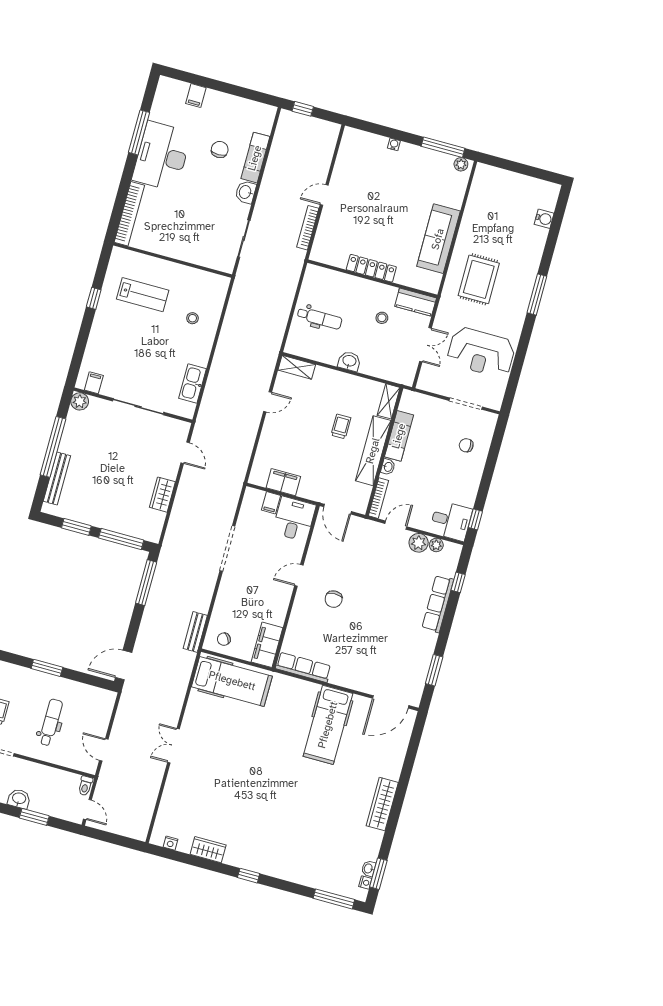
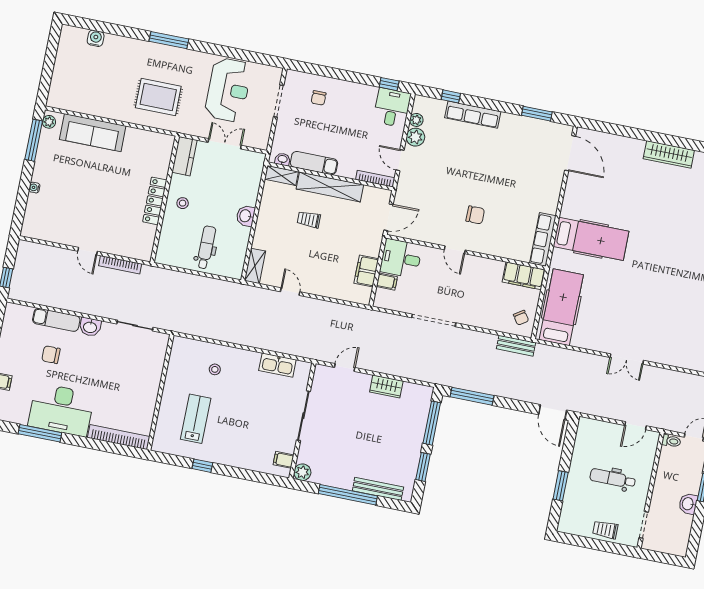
sofa: (438, 239) -> (93, 133), moved
stool: (382, 318) -> (183, 203), moved
washbasin: (388, 467) -> (283, 159), moved
hospital bed: (328, 725) -> (591, 239), moved

